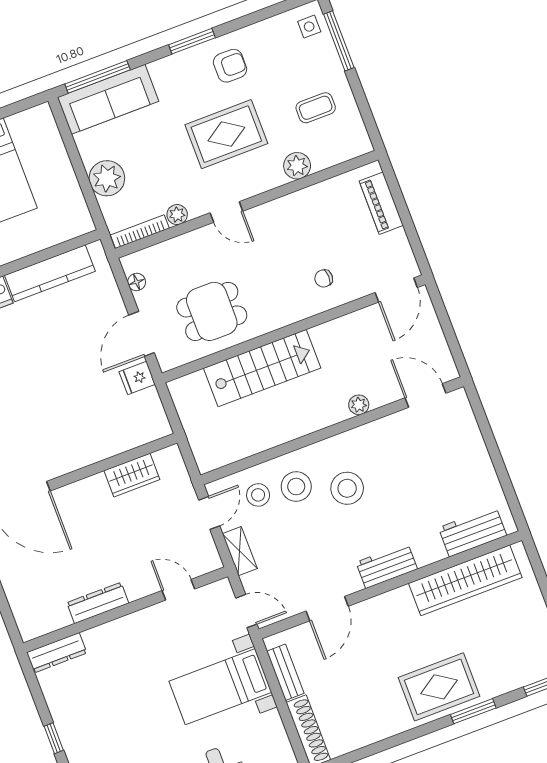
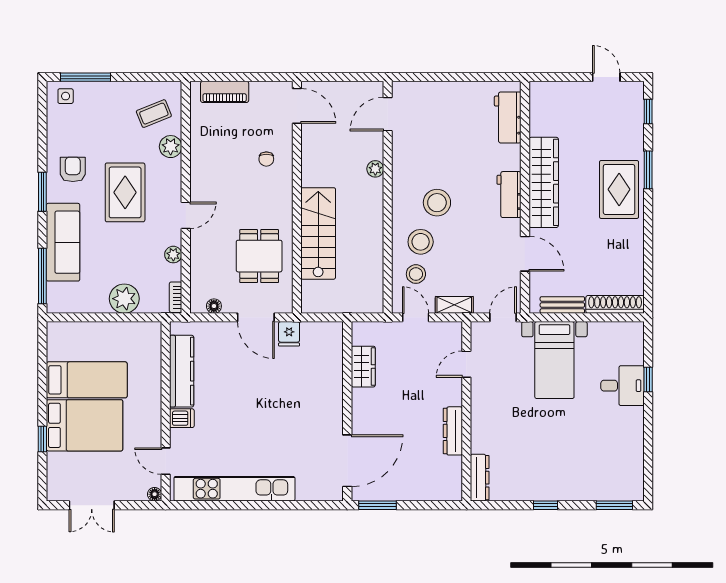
sofa: (108, 99) -> (63, 242), moved
coffee table: (316, 108) -> (154, 114), moved, turned 68
bookcase: (140, 232) -> (176, 297), width x0.64
wardrobe: (465, 580) -> (544, 182), moved

